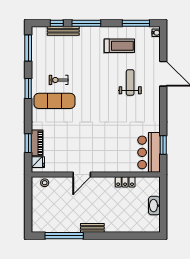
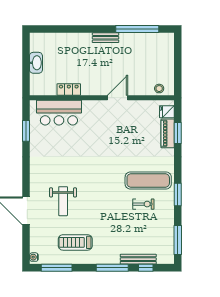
bar counter: (149, 152) -> (59, 113), moved, turned 90

